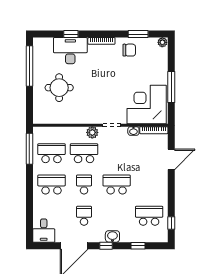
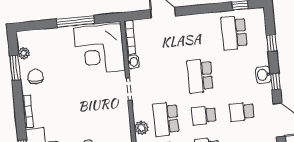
plant: (162, 42) -> (24, 53), moved
plant: (92, 132) -> (141, 128), moved

